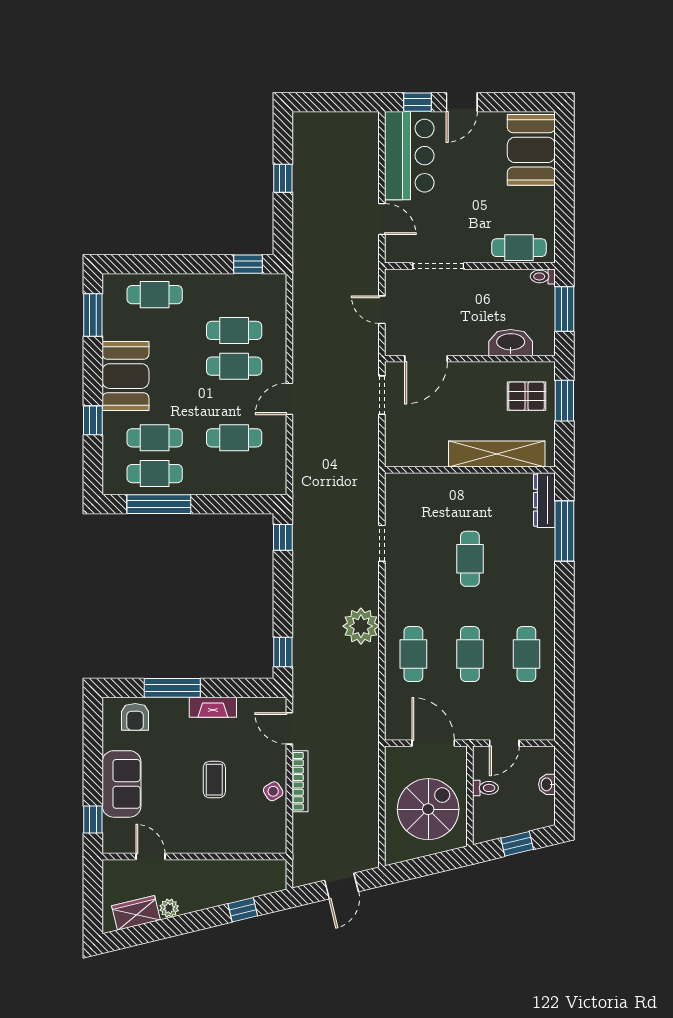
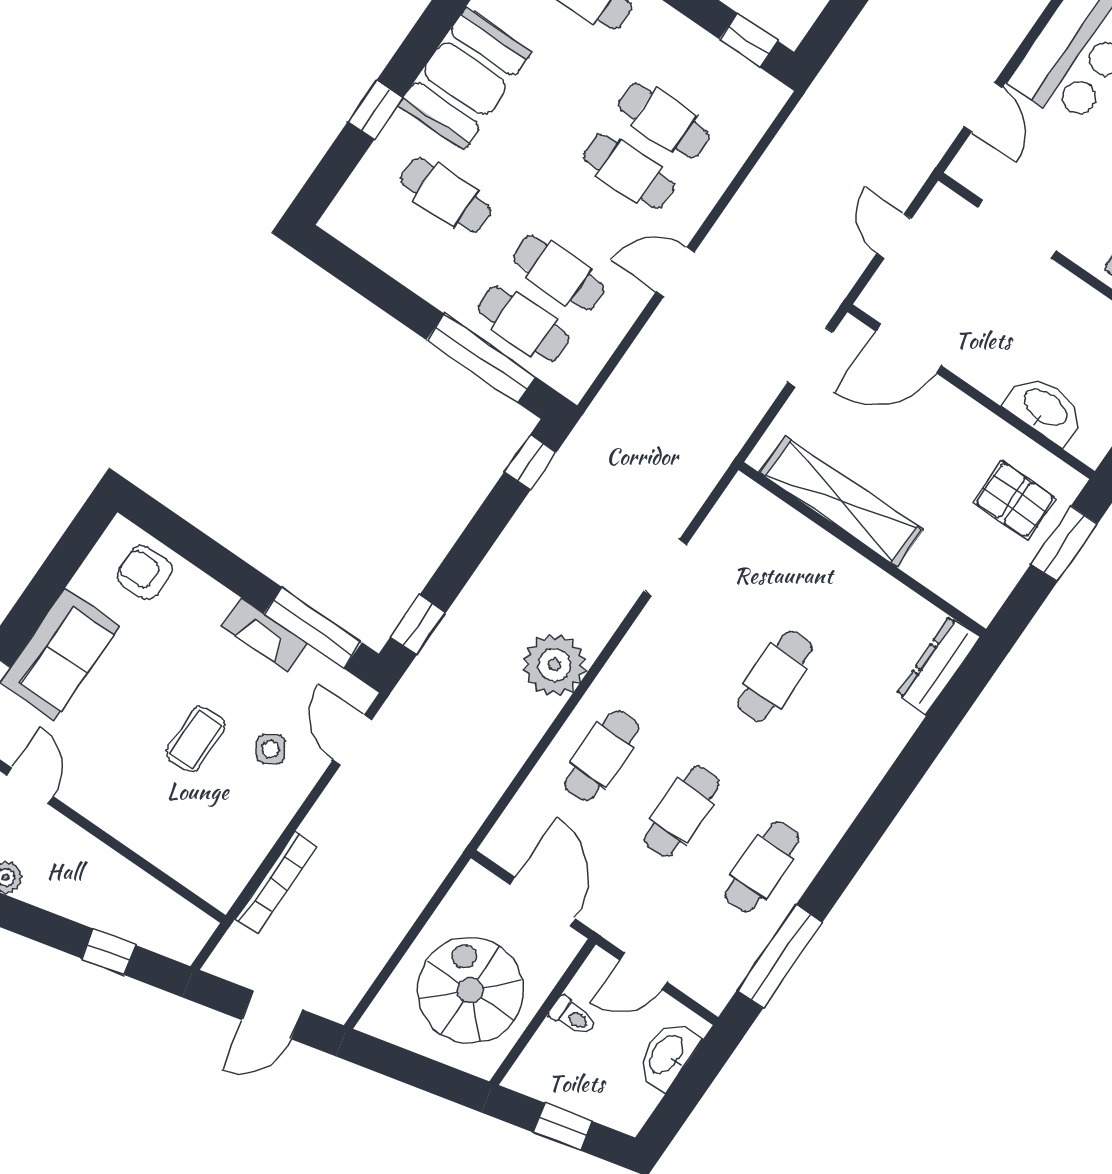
shelving: (497, 454) -> (841, 501), moved
cafe table: (155, 474) -> (524, 324), moved
window: (159, 504) -> (481, 358), moved
window: (564, 531) -> (780, 956), moved
window: (172, 688) -> (313, 628), moved
armchair: (135, 717) -> (144, 572), turned 90
bookcase: (300, 781) -> (276, 883), moved
washbasin: (547, 784) -> (667, 1055), width x1.91, depth x1.45
side table: (273, 791) -> (271, 749), moved
spiral stairs: (428, 809) -> (470, 990), turned -90

